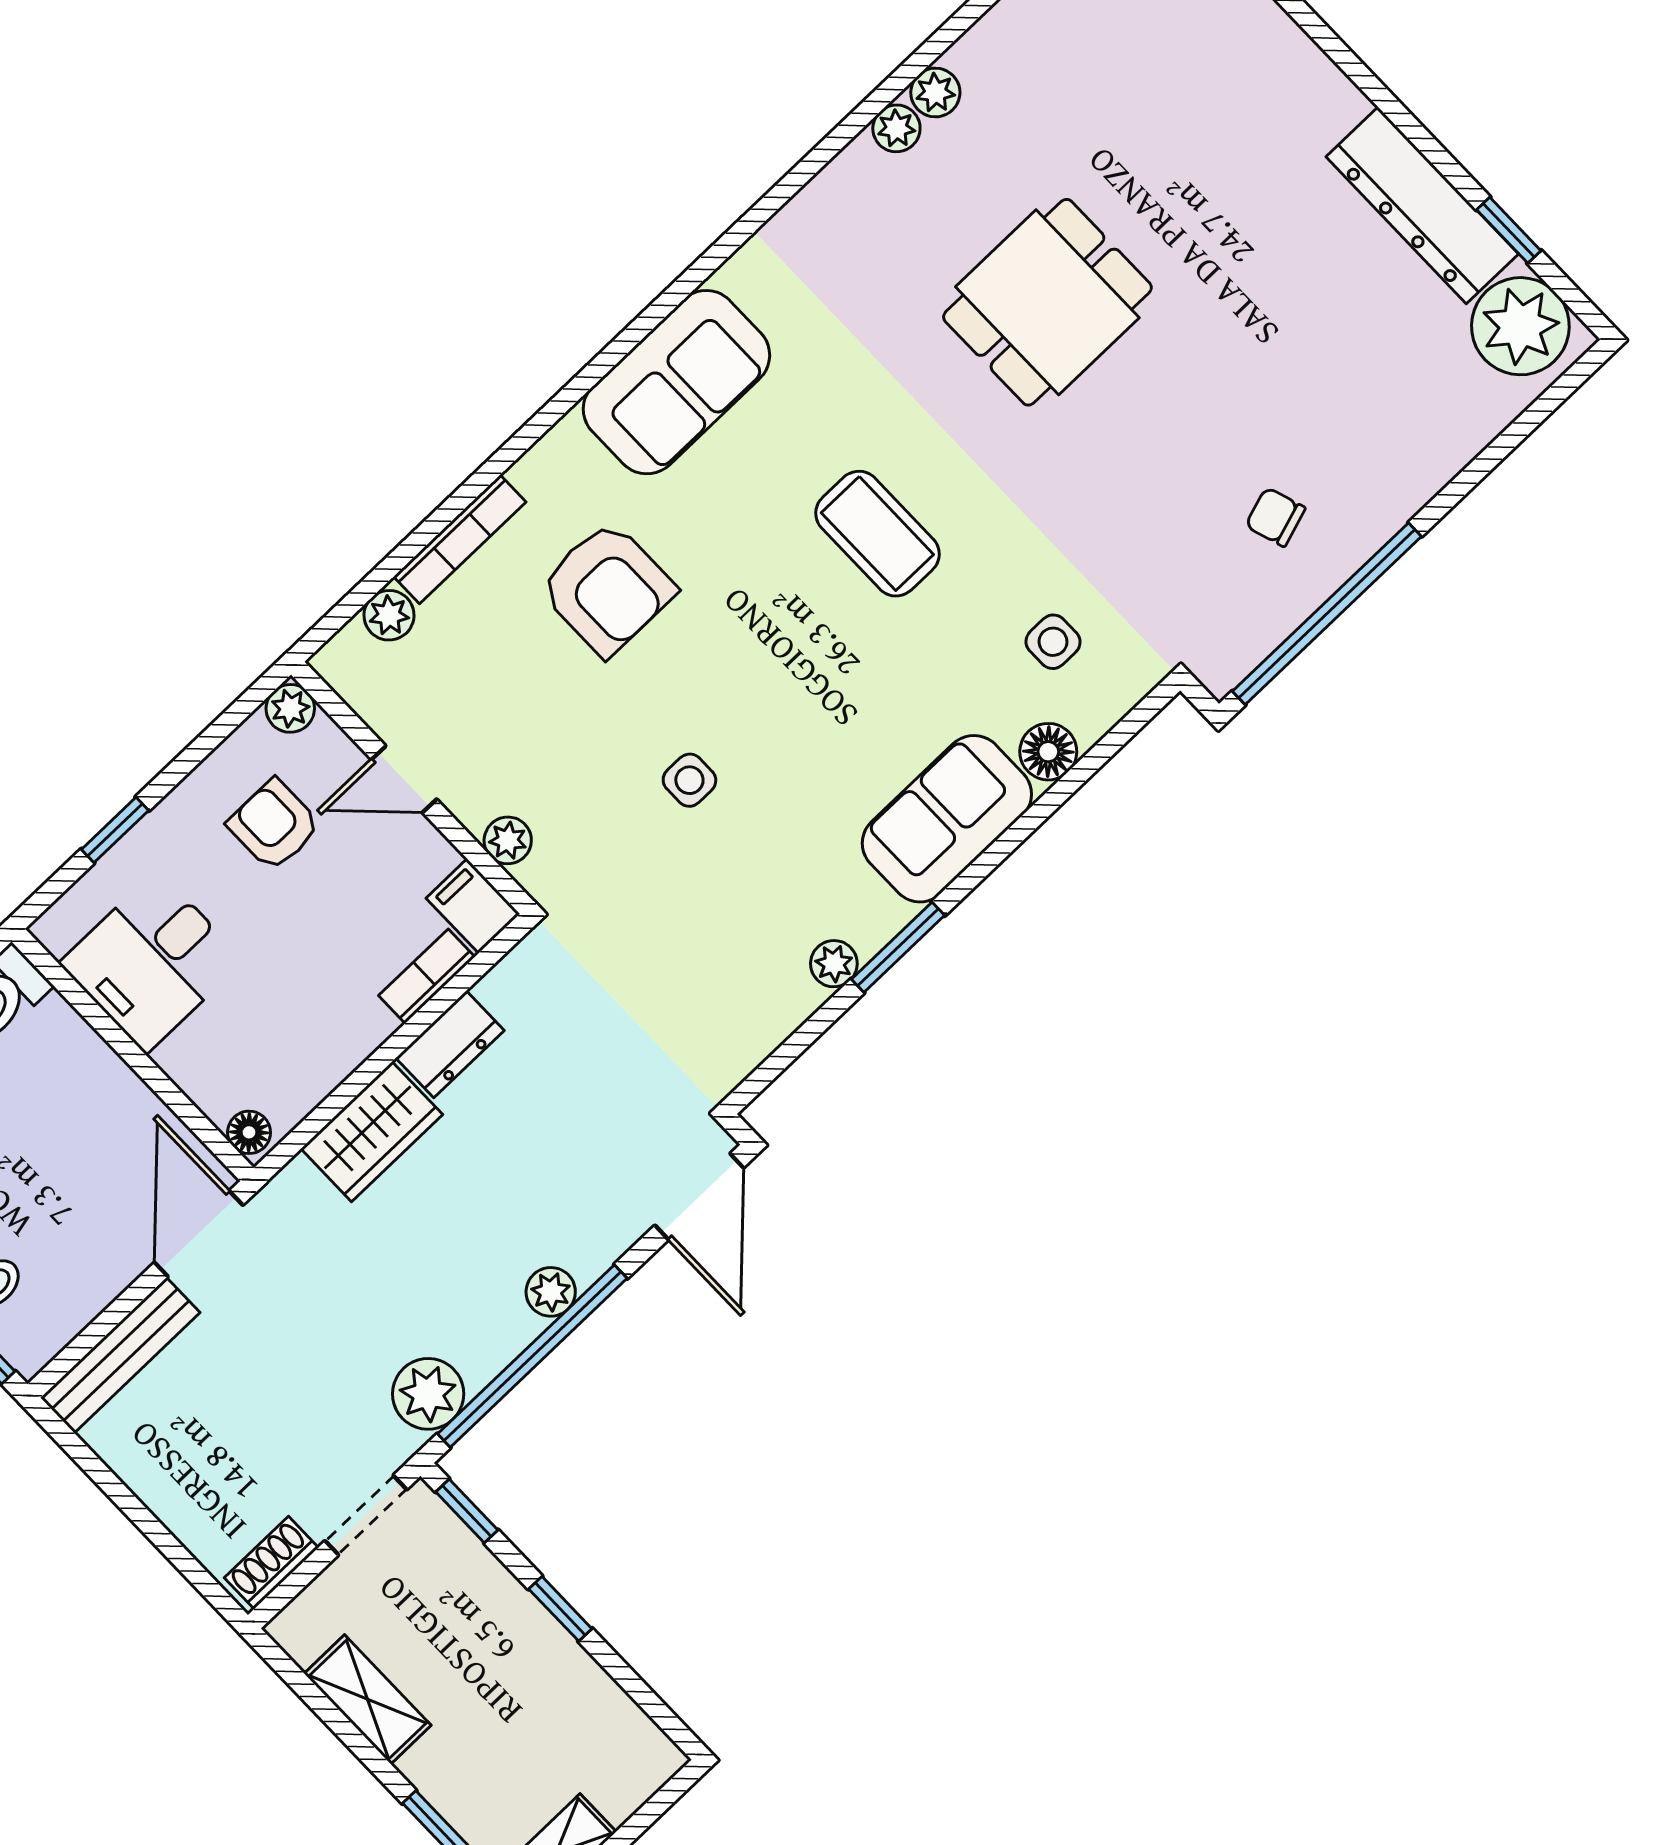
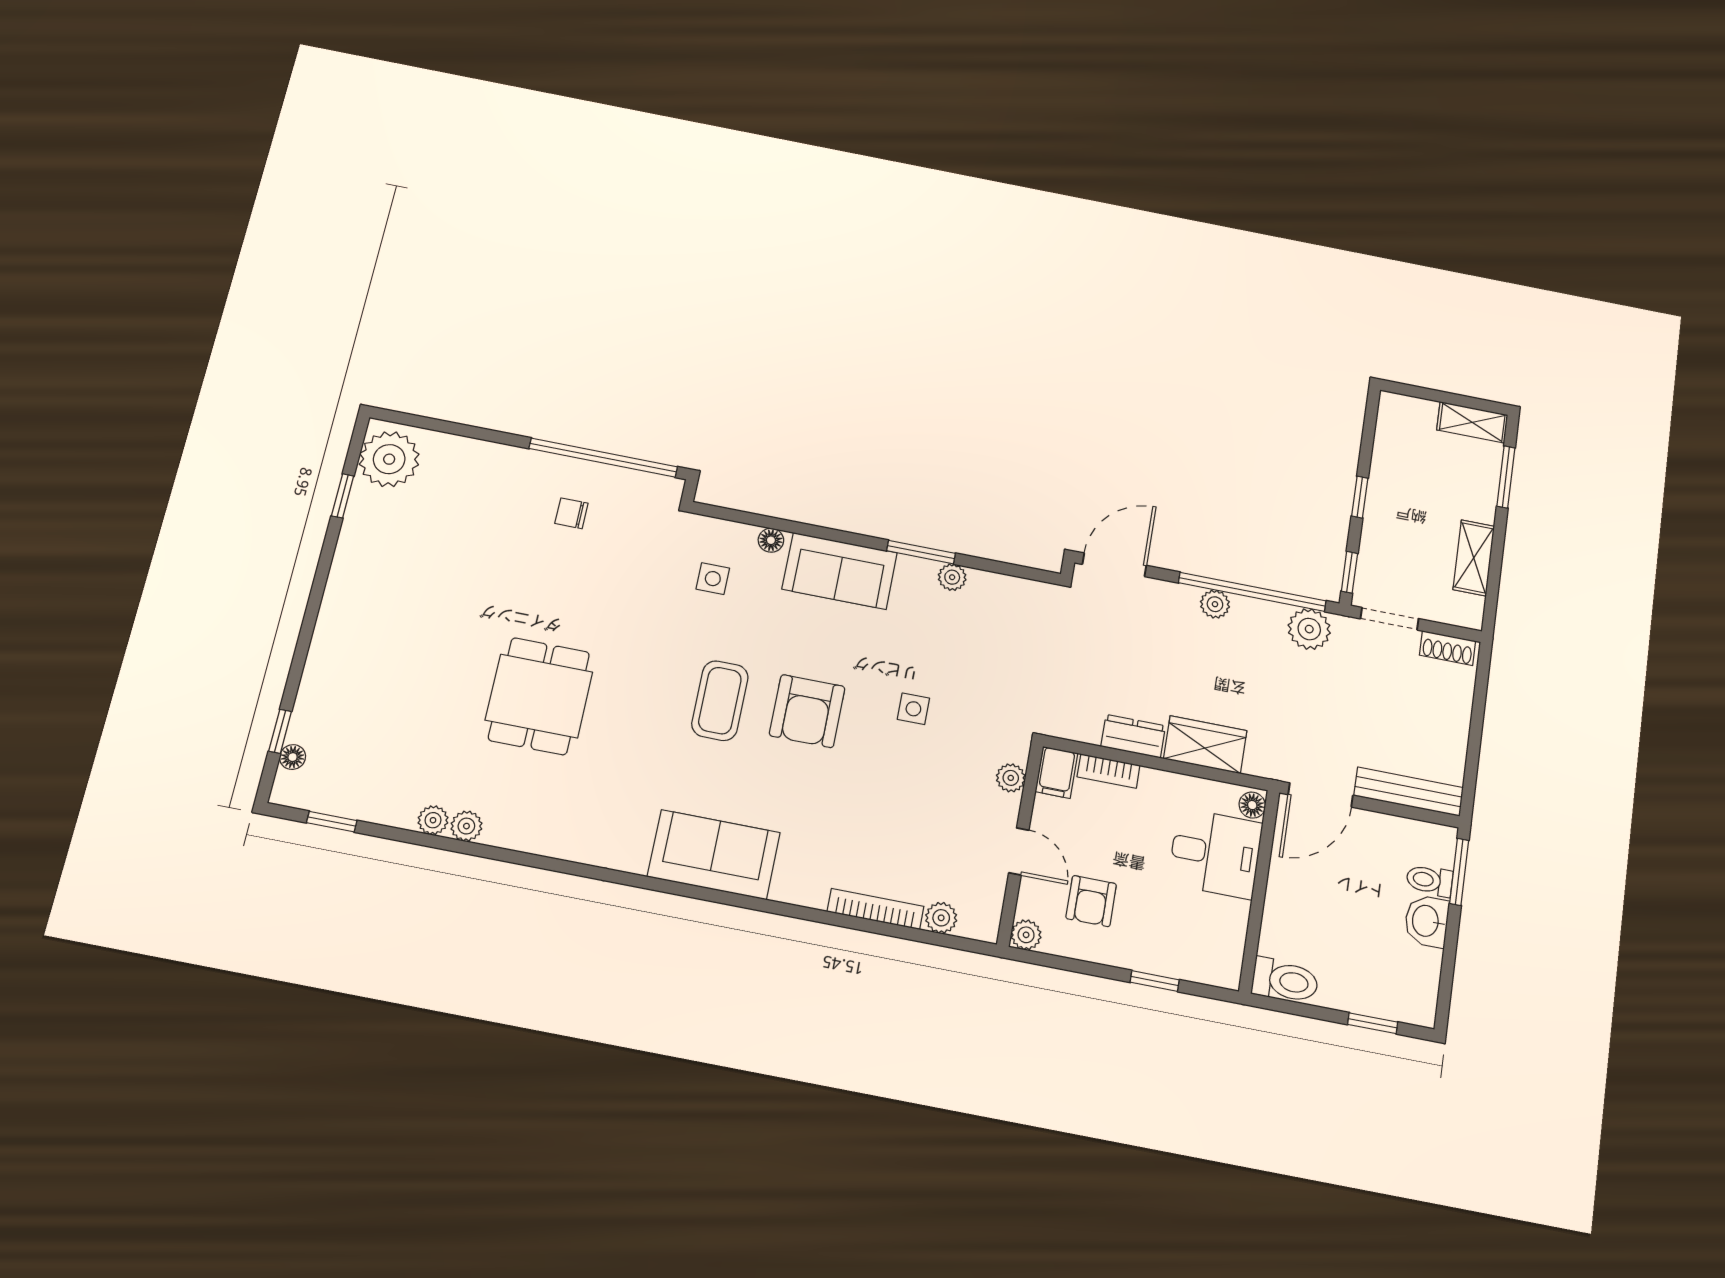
plant: (896, 128) -> (433, 820), moved
dresser: (1422, 205) -> (359, 546), removed
dining table: (1047, 302) -> (539, 696), turned 90
chair: (1275, 517) -> (571, 513), turned 108
armchair: (607, 588) -> (807, 711), moved, turned 180
floor lamp: (1048, 752) -> (771, 540), width x0.73, depth x0.73
desk: (152, 962) -> (1215, 853), moved

